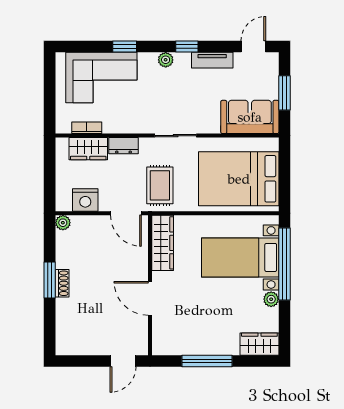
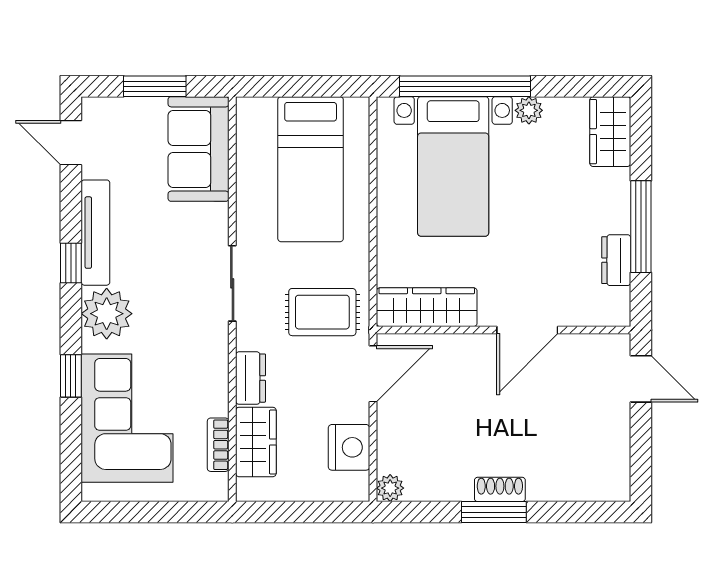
plant: (166, 60) -> (107, 314), width x1.88, depth x1.88
tv unit: (212, 60) -> (95, 233), width x1.41
bed: (239, 179) -> (311, 169), width x0.67
dresser: (189, 347) -> (616, 260), added

